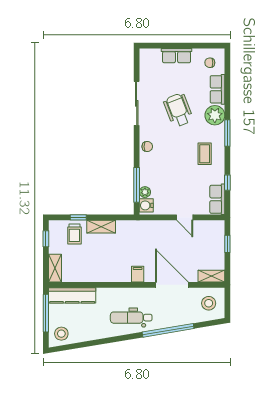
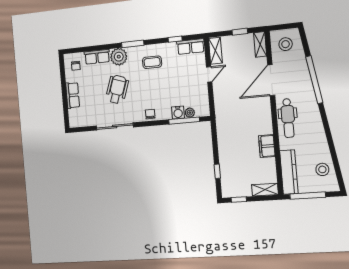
wheelchair: (178, 110) -> (117, 89), turned 130
water cooler: (146, 205) -> (178, 112), moved
shelving: (101, 227) -> (215, 51), moved
trolley: (74, 234) -> (232, 174), removed
window: (227, 244) -> (240, 32), moved
filing cabinet: (138, 274) -> (267, 146), moved, width x2.00
dental chair: (131, 318) -> (288, 118), moved
stool: (61, 334) -> (322, 169), moved

